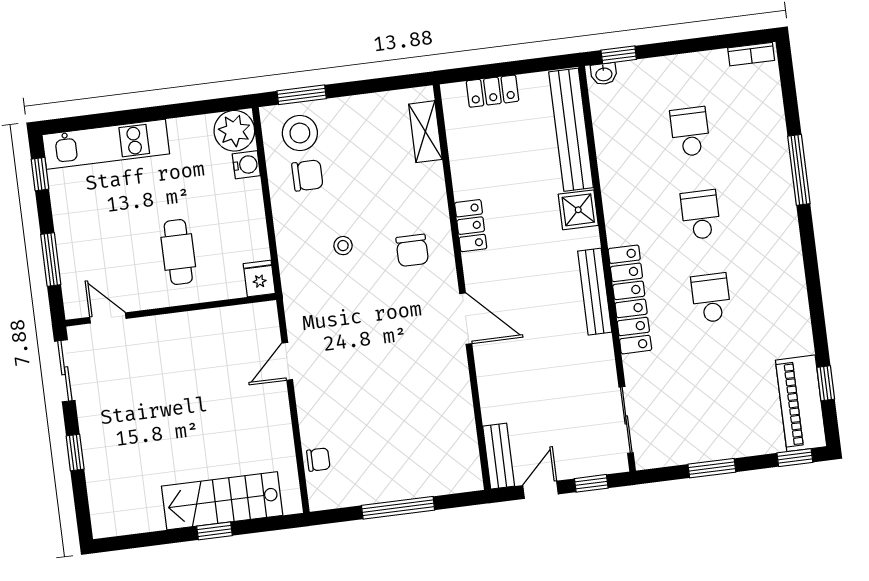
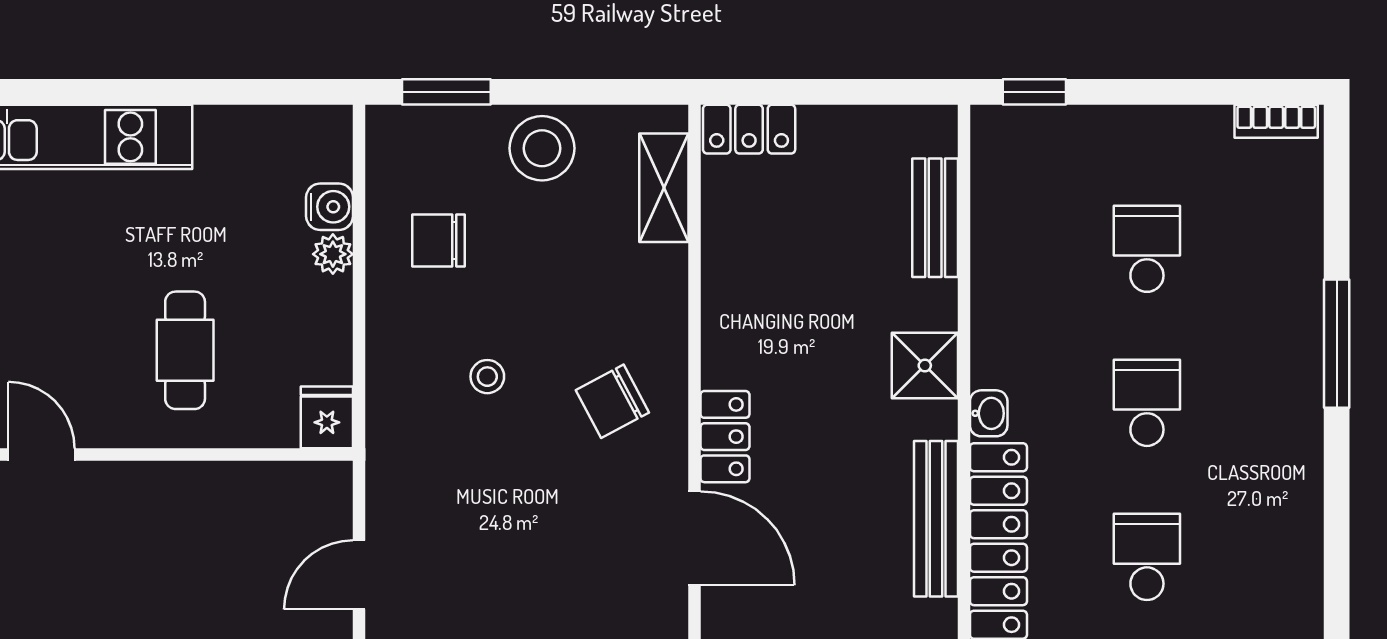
washbasin: (604, 74) -> (989, 413), moved, turned -90
locker: (492, 91) -> (749, 129), moved
bench: (571, 130) -> (935, 218), width x0.54, depth x0.82
plant: (234, 131) -> (333, 254), moved, width x0.53, depth x0.53
stool: (300, 133) -> (542, 148), moved
chair: (307, 175) -> (439, 240), turned 180
locker: (471, 226) -> (725, 437), moved
chair: (412, 250) -> (612, 401), turned 62

